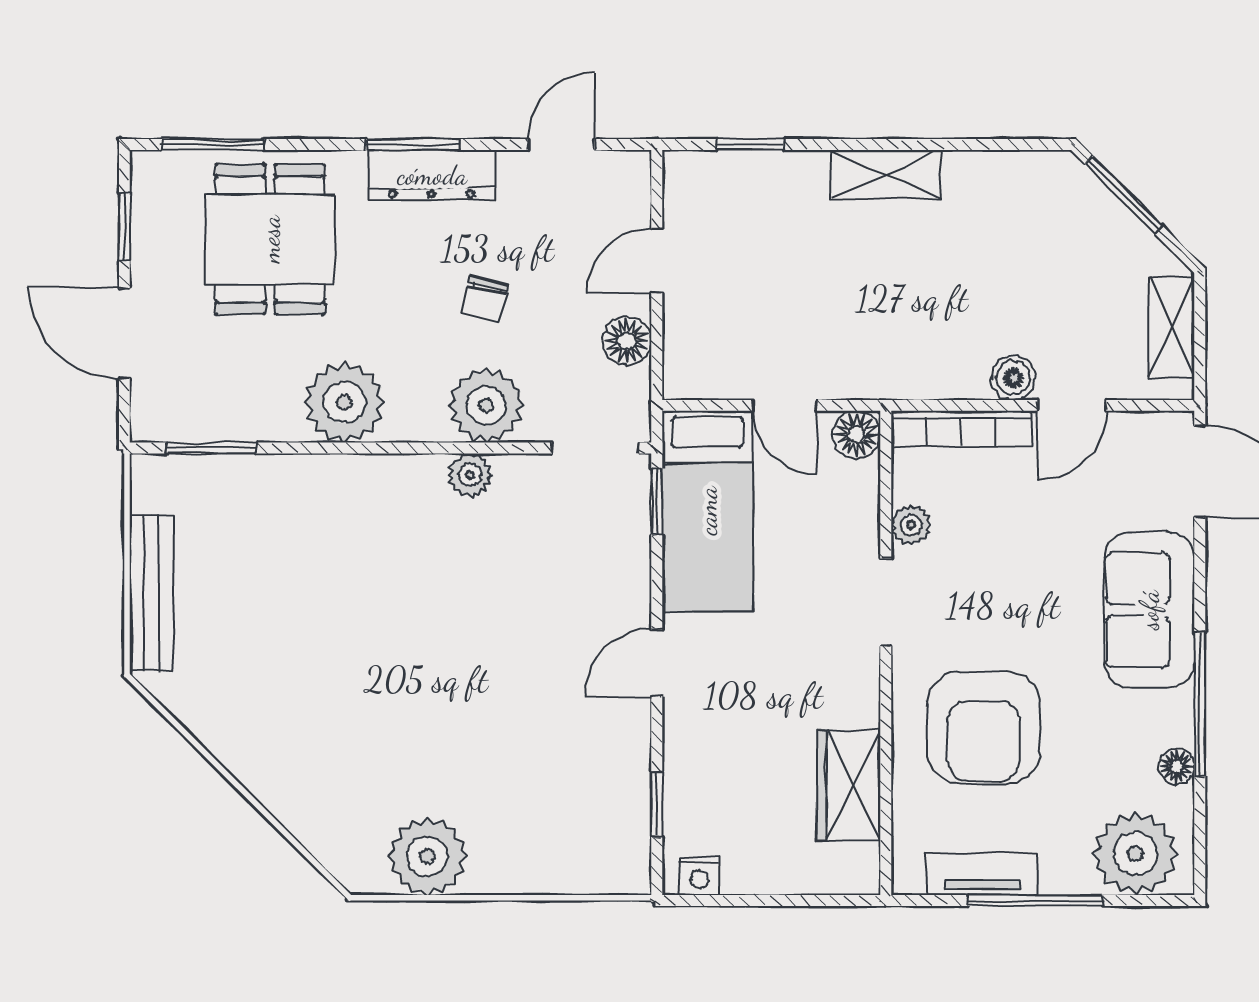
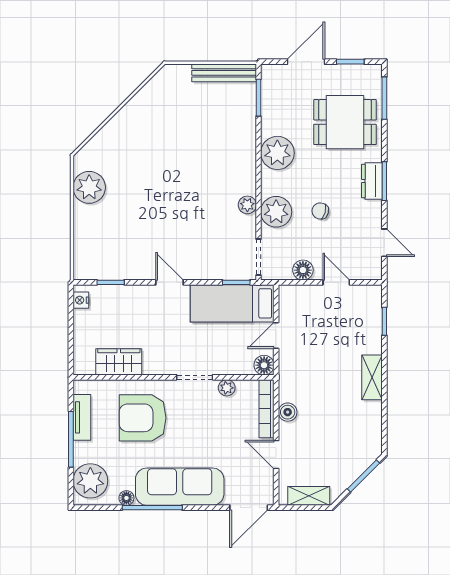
dresser: (432, 175) -> (372, 181), width x0.70
boiler: (1013, 378) -> (288, 412), moved
bench: (151, 593) -> (224, 73), moved
sofa: (1149, 610) -> (180, 487), width x1.36

